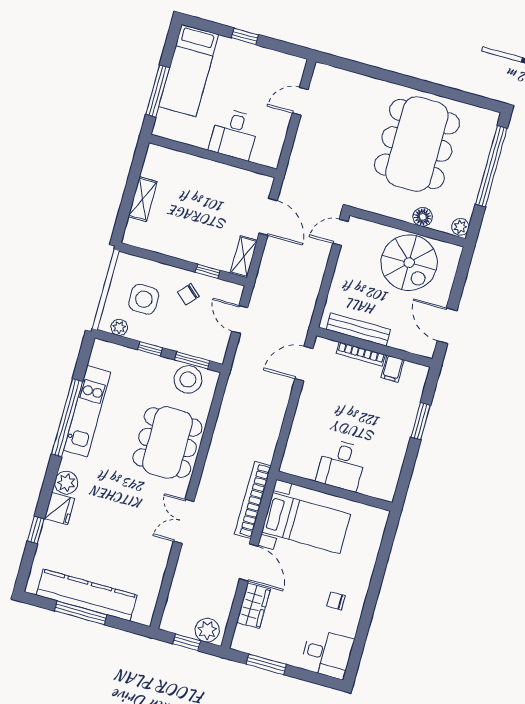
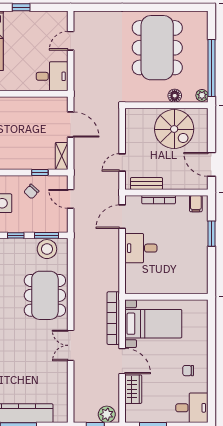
desk: (234, 134) -> (52, 76), moved, turned -90
window: (491, 166) -> (211, 68), moved
door: (340, 232) -> (122, 163), moved
bench: (358, 329) -> (147, 184), width x0.73
filing cabinet: (392, 369) -> (196, 204), moved
desk: (341, 465) -> (141, 248), moved, turned 90

